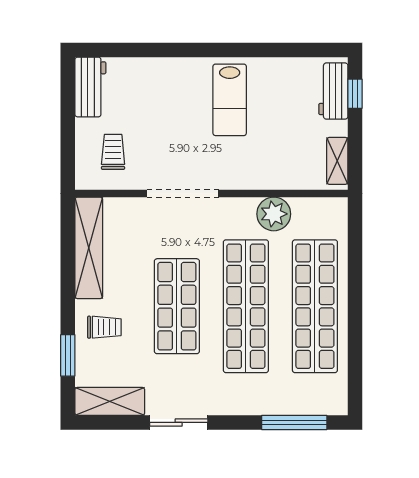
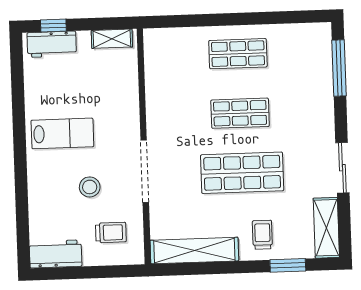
stool: (167, 129) -> (90, 187), added
trolley: (113, 152) -> (111, 233), turned 180
plant: (274, 214) -> (160, 92), removed
shop shelf: (246, 306) -> (240, 113), width x0.50, depth x0.74
shop shelf: (315, 306) -> (238, 54), width x0.50, depth x0.74

